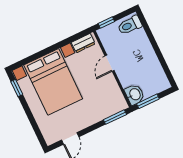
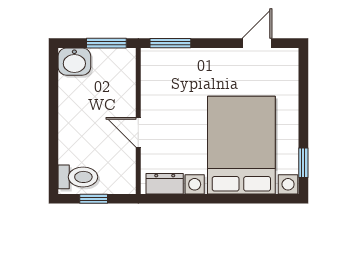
window: (106, 22) -> (94, 199), moved
door: (110, 63) -> (138, 132), swing flipped
washbasin: (135, 94) -> (74, 62), moved, turned -90

